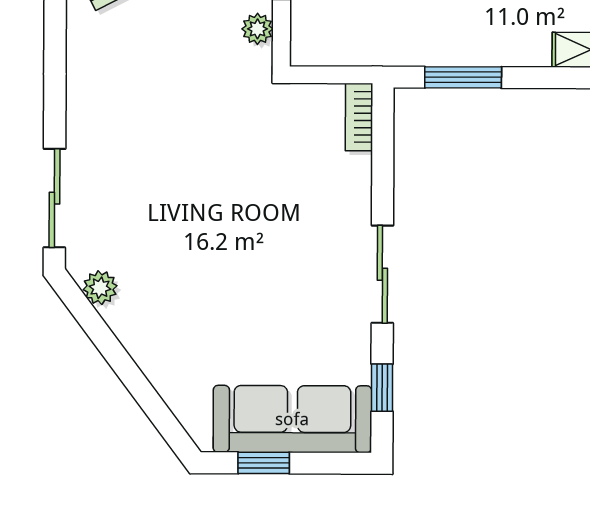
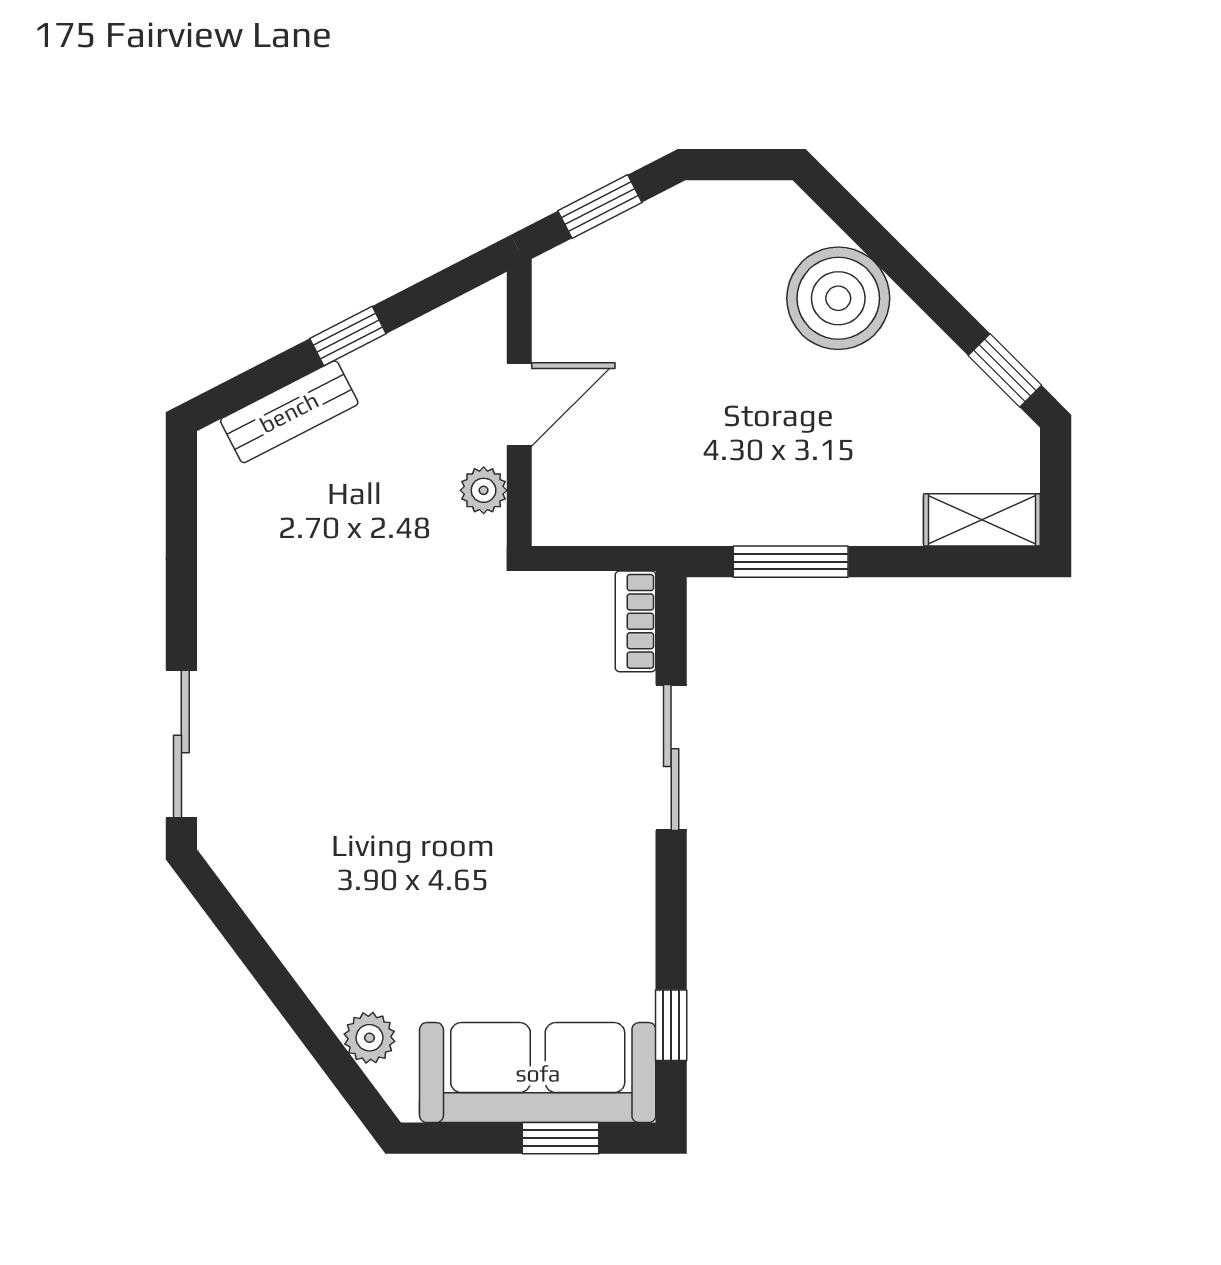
sliding door: (382, 274) -> (671, 758), moved
plant: (100, 288) -> (369, 1038), moved
window: (264, 463) -> (560, 1138), moved

